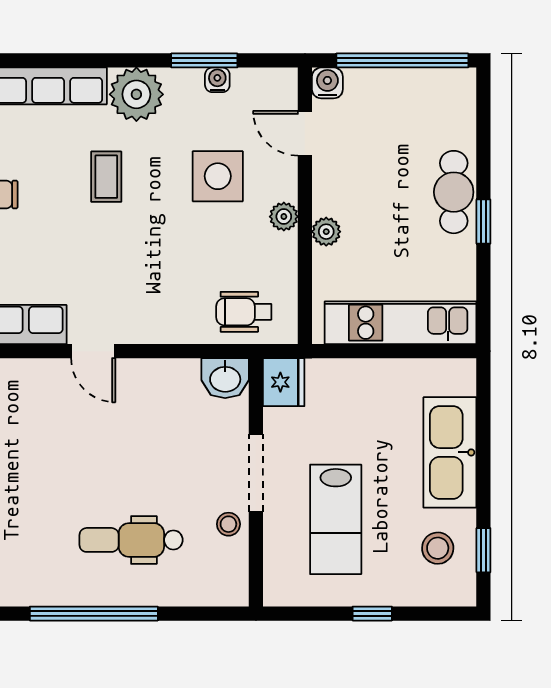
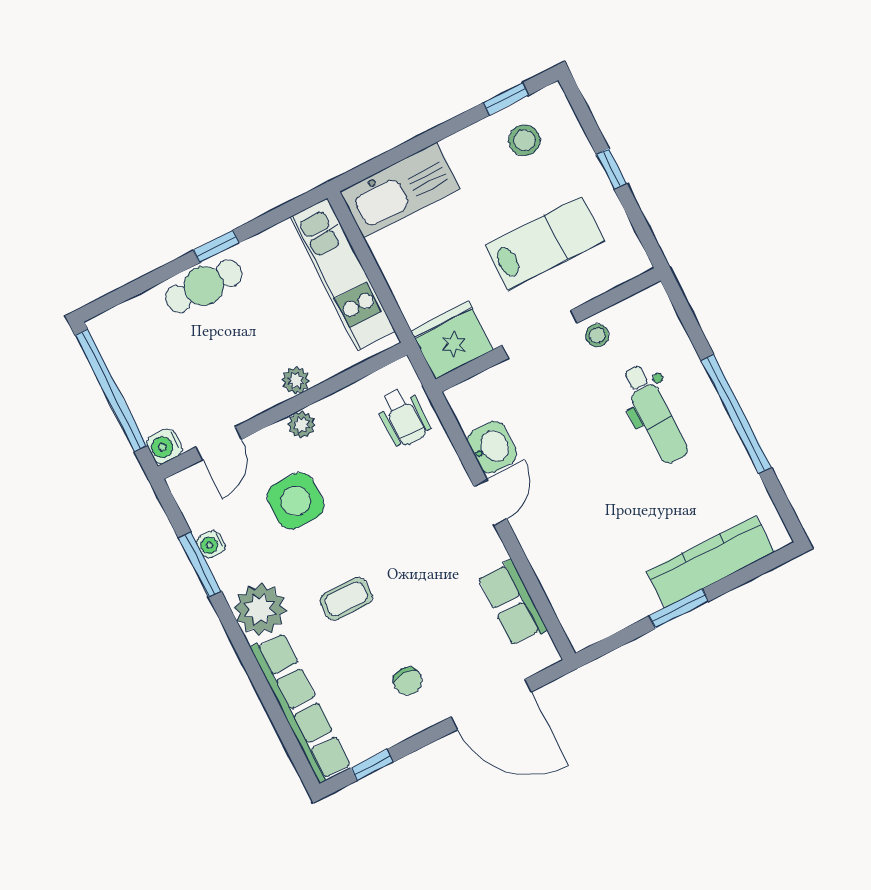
door: (93, 351) -> (490, 502), moved
washbasin: (225, 378) -> (492, 447), moved
fridge: (284, 382) -> (452, 340), width x1.36, depth x1.34
kitchen sink: (450, 452) -> (400, 190), moved

